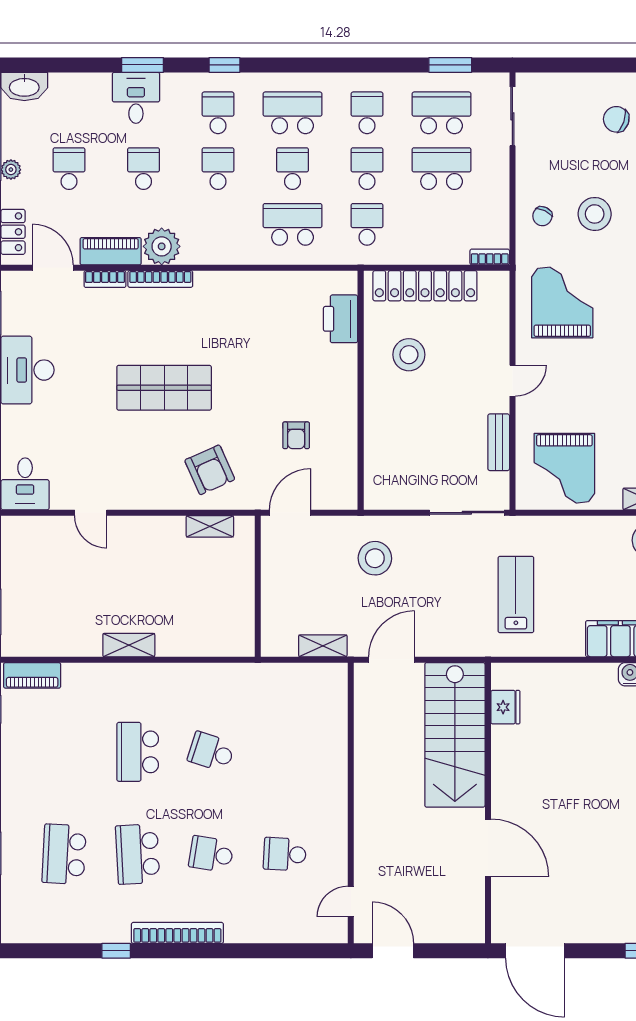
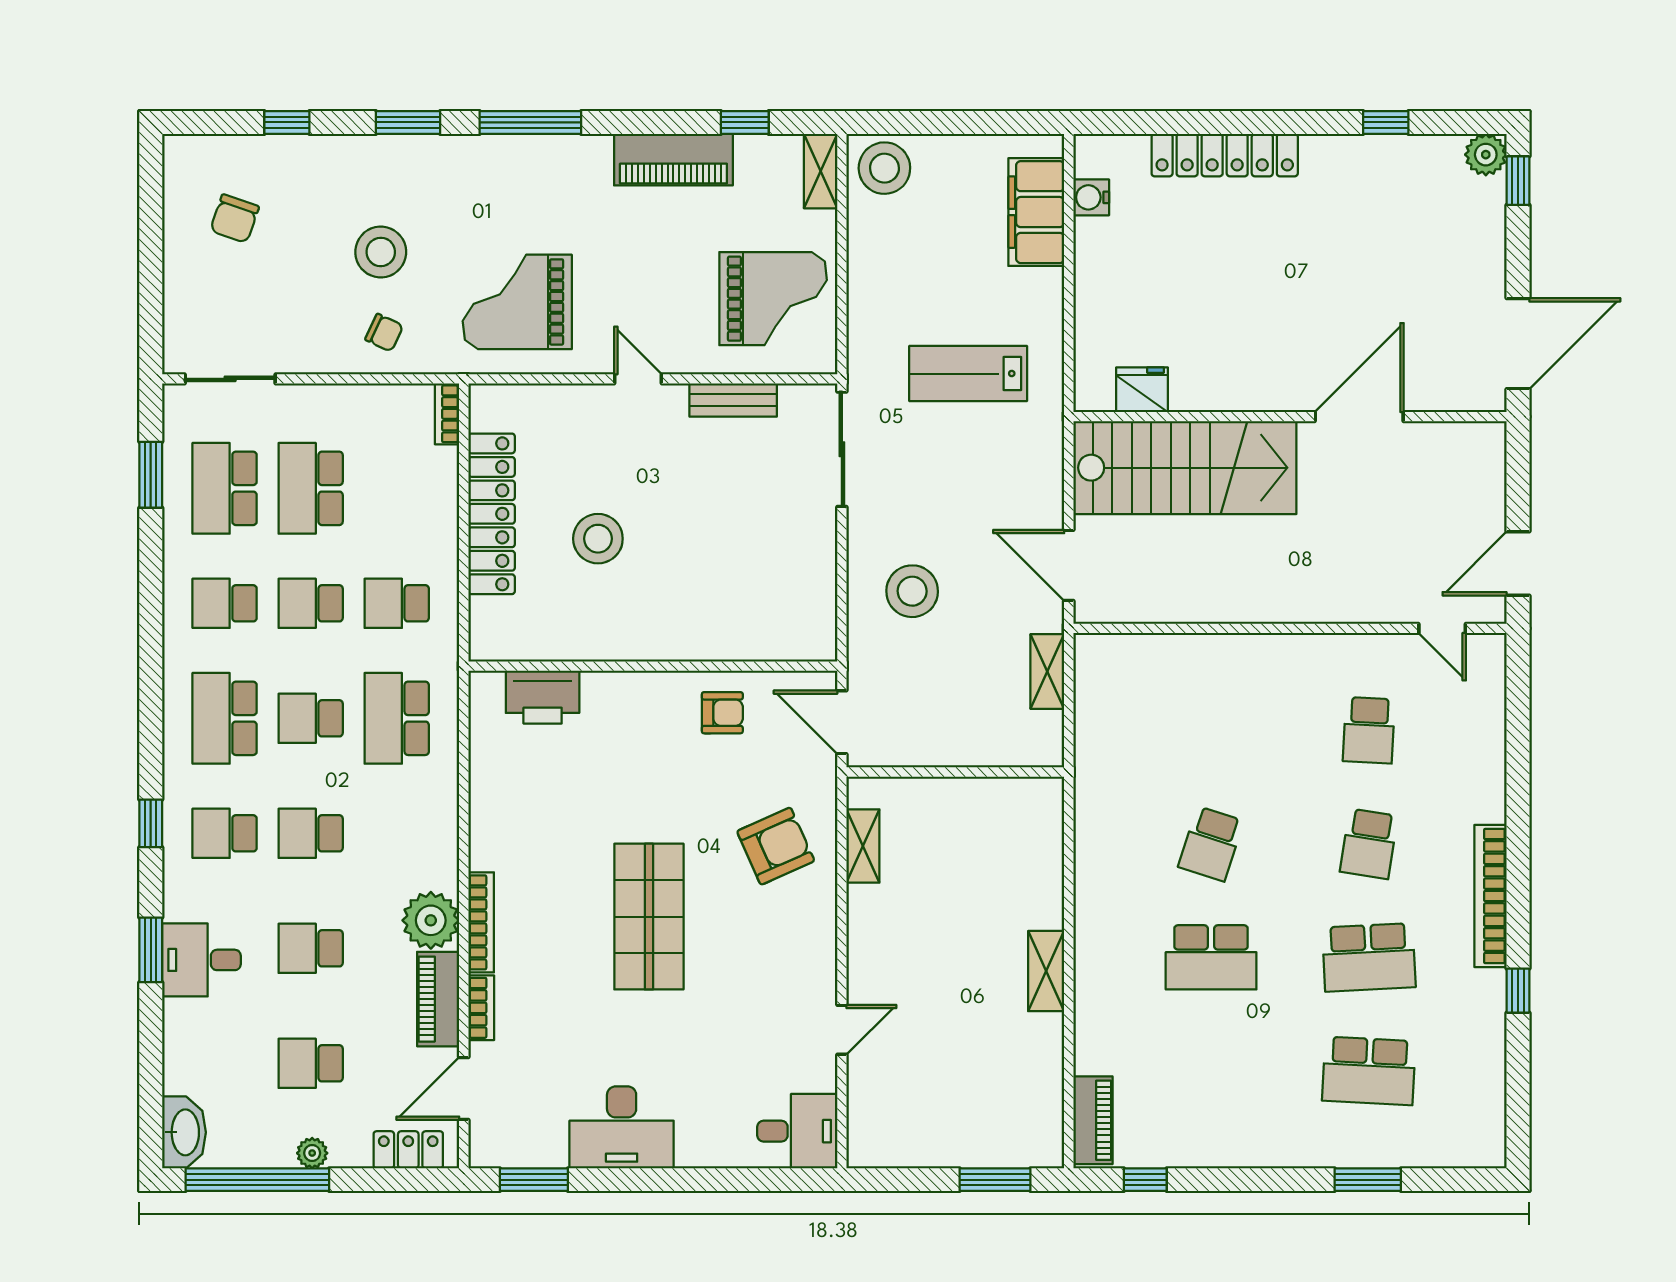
printer: (341, 319) -> (543, 697), moved
wall: (361, 390) -> (653, 666), moved

